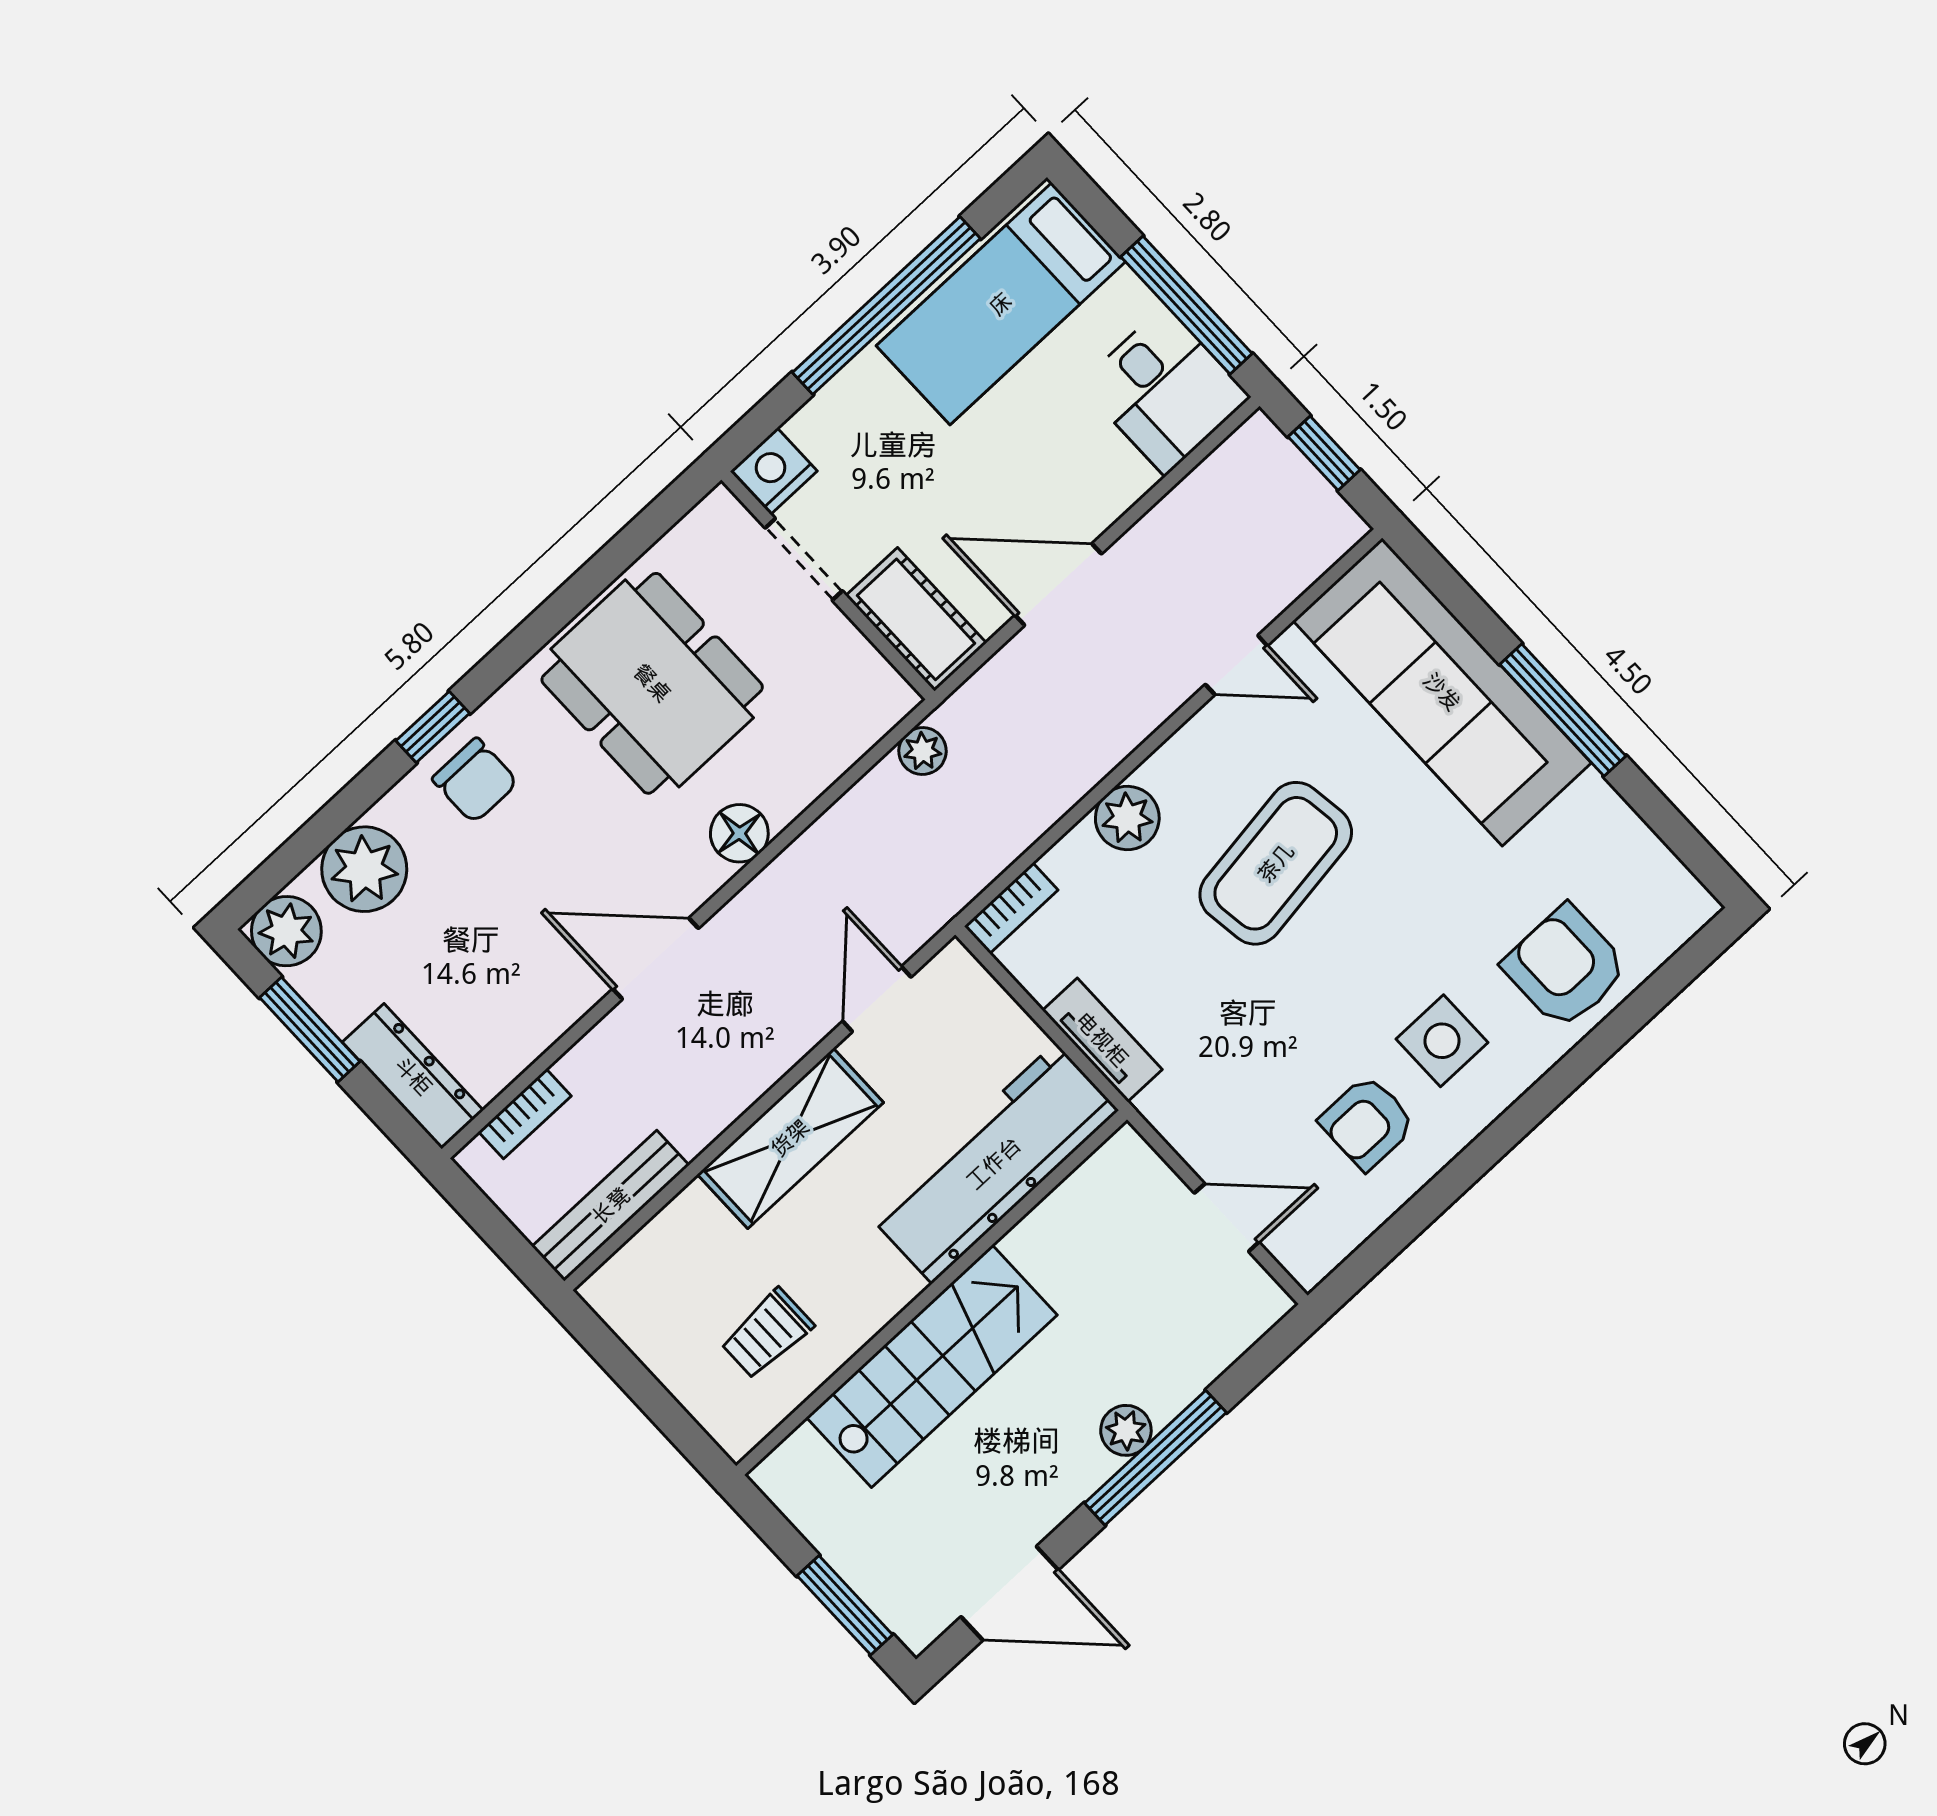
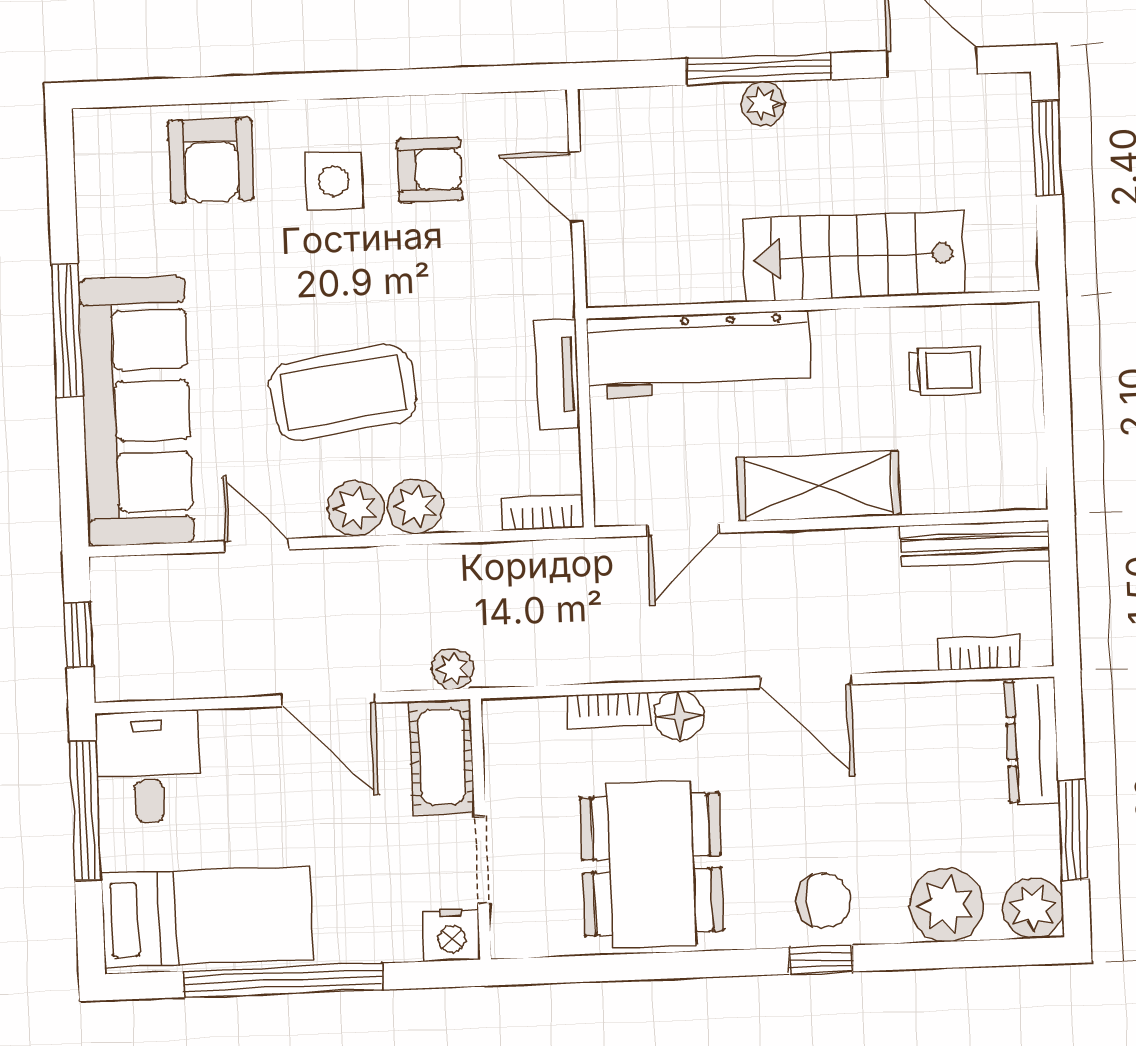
plant: (922, 751) -> (453, 669), moved
plant: (1178, 771) -> (356, 508), added
chair: (475, 781) -> (823, 900), turned 90
bookcase: (806, 785) -> (608, 710), added

